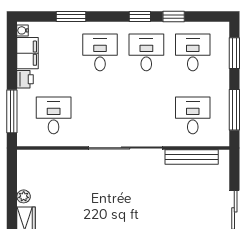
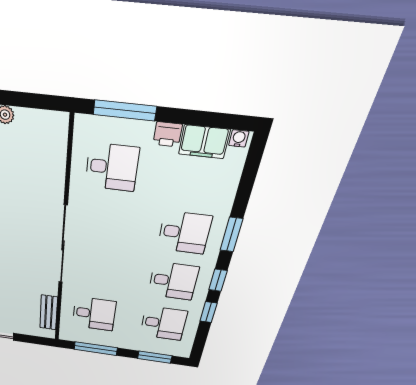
window: (71, 17) -> (231, 235), moved
bench: (192, 157) -> (49, 313), width x0.73

